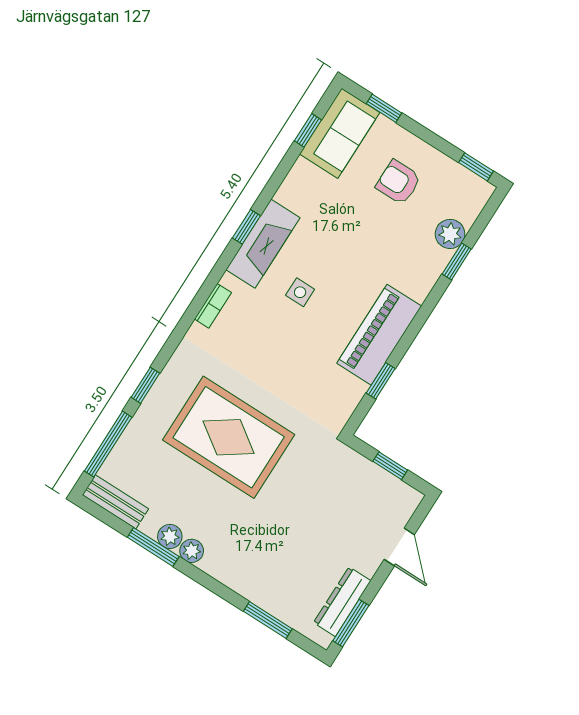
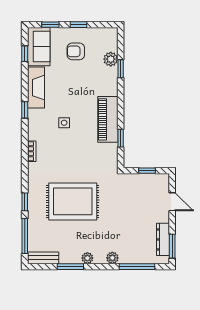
window: (476, 167) -> (78, 25), moved
fireplace: (263, 244) -> (36, 88), moved
plant: (170, 536) -> (112, 258), moved
window: (268, 620) -> (137, 267), width x1.44

